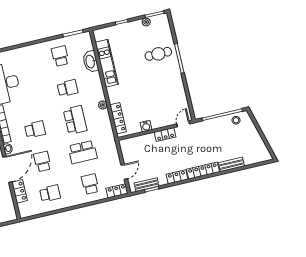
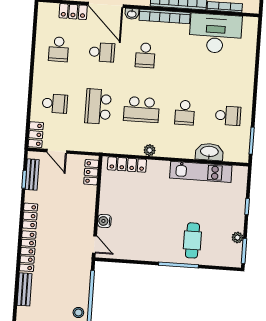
water cooler: (146, 126) -> (104, 221), moved
locker: (165, 135) -> (91, 172), moved

